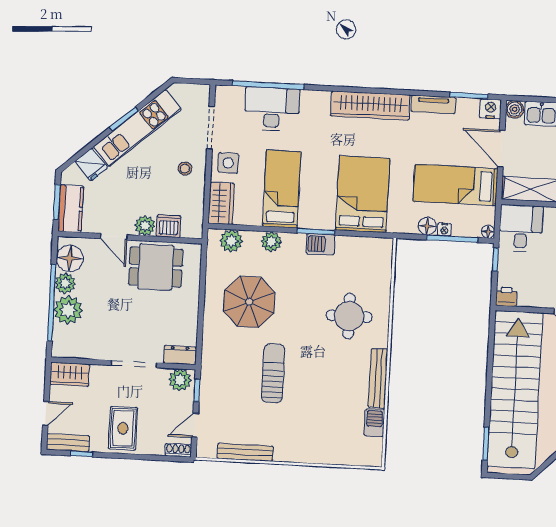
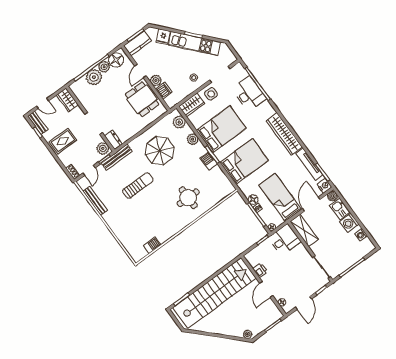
tv unit: (433, 105) -> (309, 164), width x1.41
bed: (282, 189) -> (221, 129), width x1.50
printer: (506, 297) -> (260, 270), moved
bench: (378, 378) -> (117, 157), moved
door: (195, 425) -> (89, 170), swing flipped

